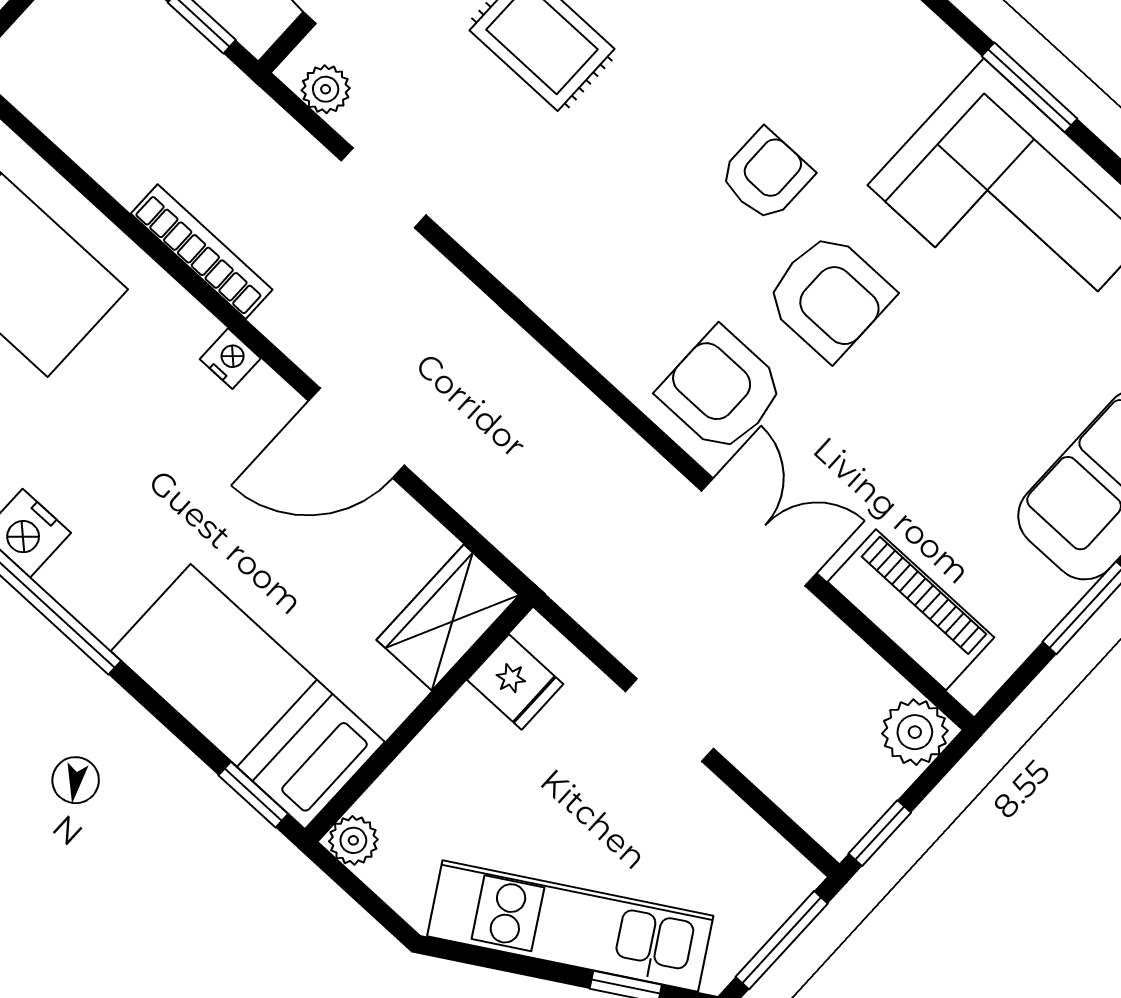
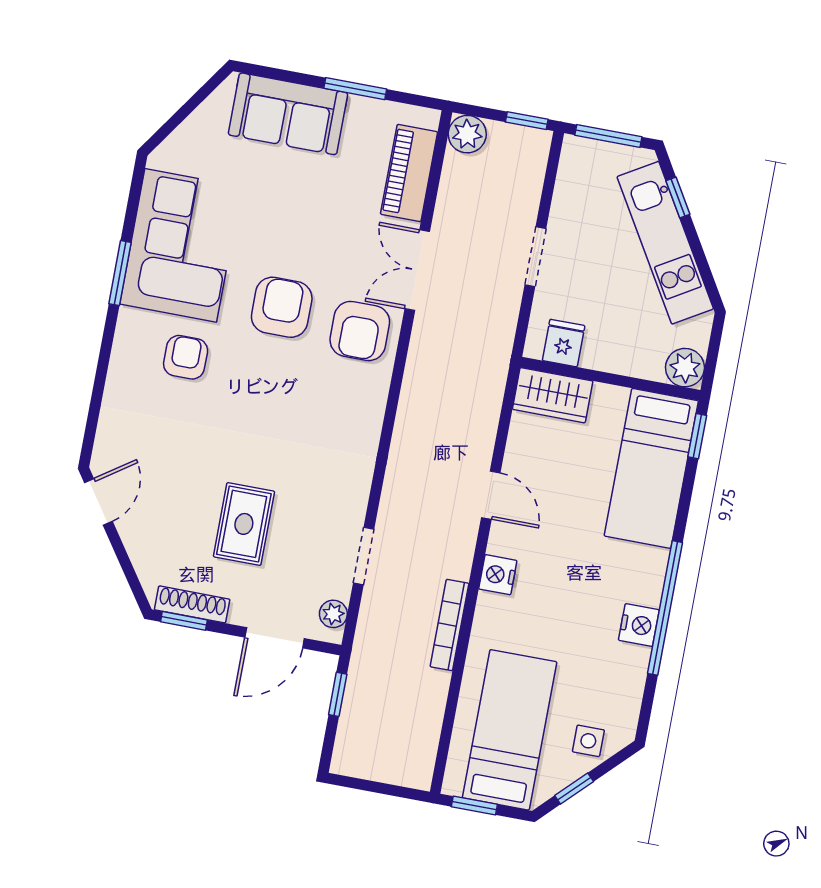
armchair: (766, 175) -> (186, 357), moved, turned 90
nightstand: (230, 359) -> (498, 575), width x1.39, depth x1.35
door: (356, 433) -> (491, 495), width x0.73
plant: (353, 840) -> (685, 368), width x1.38, depth x1.38

